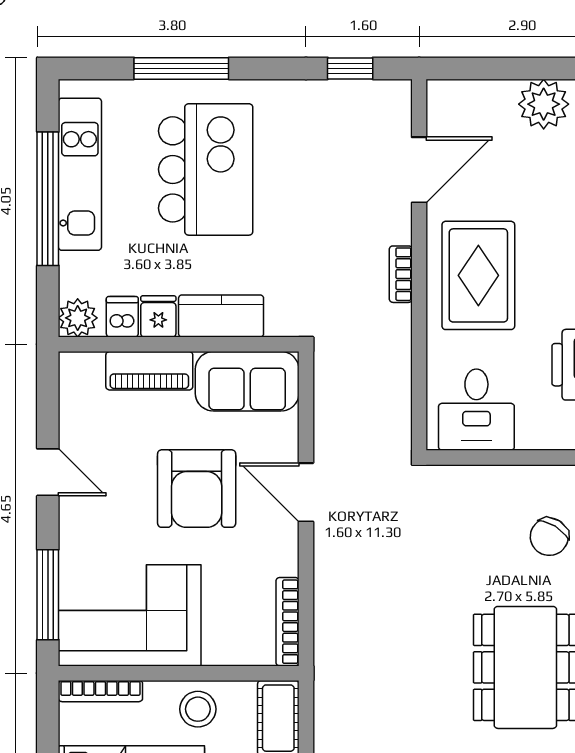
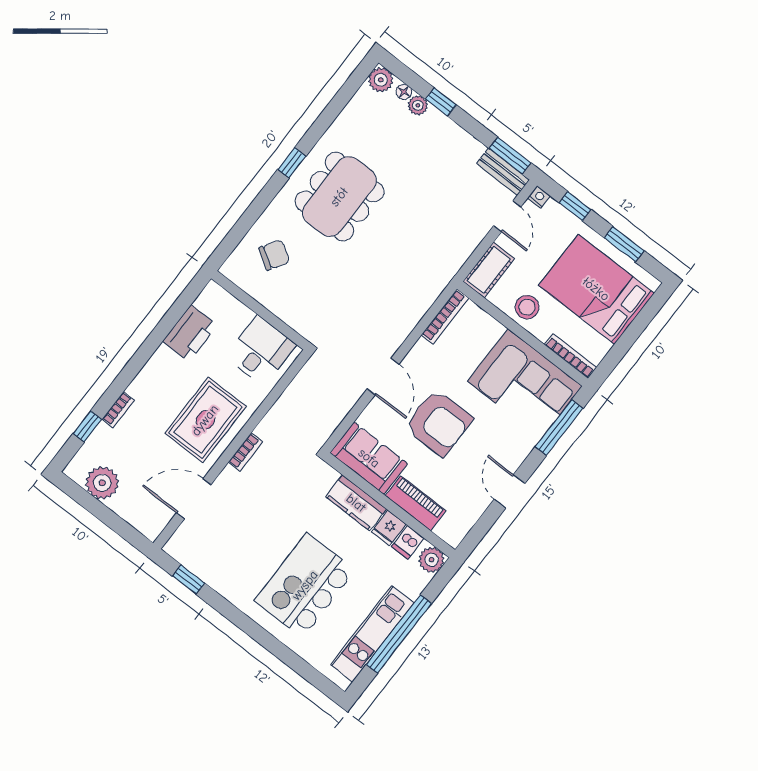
window: (181, 68) -> (277, 648), removed
armchair: (197, 489) -> (439, 423), turned 90

